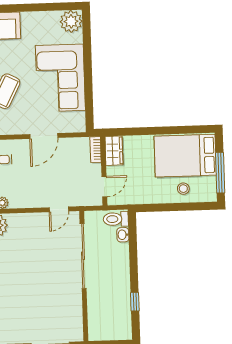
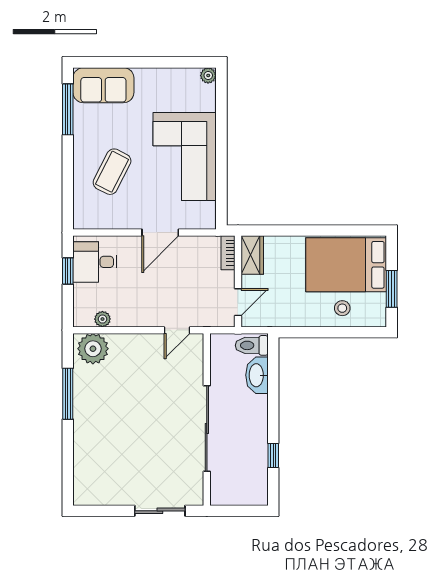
plant: (71, 21) -> (208, 75), width x0.53, depth x0.53
window: (220, 173) -> (392, 289), width x0.69
washbasin: (123, 235) -> (257, 375), width x1.91, depth x1.45
sliding door: (83, 256) -> (207, 429), moved

